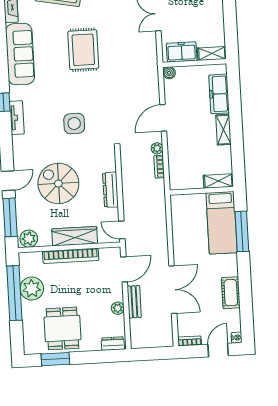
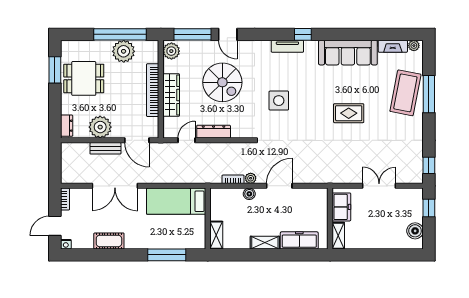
rug: (83, 50) -> (349, 113), width x0.73, depth x0.70
boiler: (169, 73) -> (249, 194), moved
door: (163, 118) -> (279, 186), hinge flipped
spiral stairs: (58, 183) -> (222, 82), turned 90
bed: (222, 223) -> (176, 201), moved
door: (122, 230) -> (187, 140), moved
plant: (118, 308) -> (100, 127), width x1.87, depth x1.87
door: (218, 350) -> (55, 226), swing flipped

